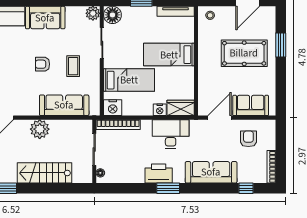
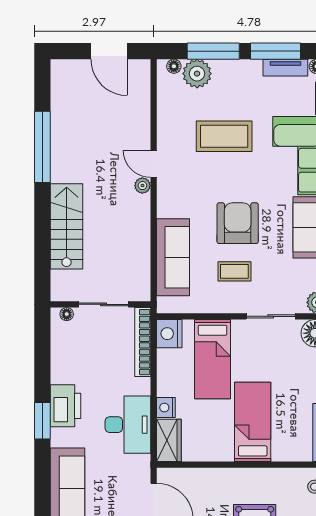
armchair: (43, 64) -> (238, 223), width x1.88, depth x1.88
plant: (40, 129) -> (142, 186), moved, width x0.53, depth x0.53

